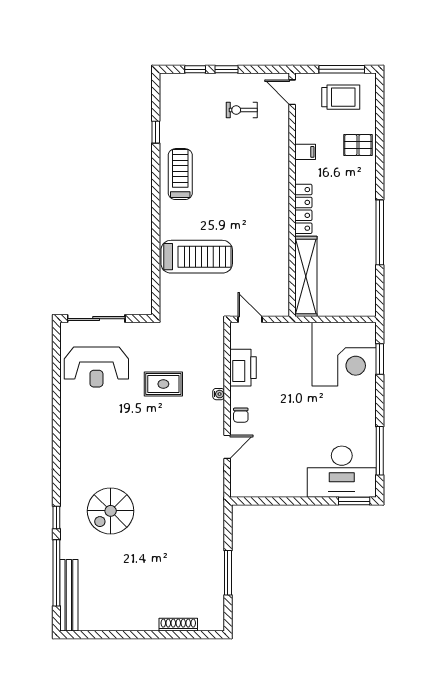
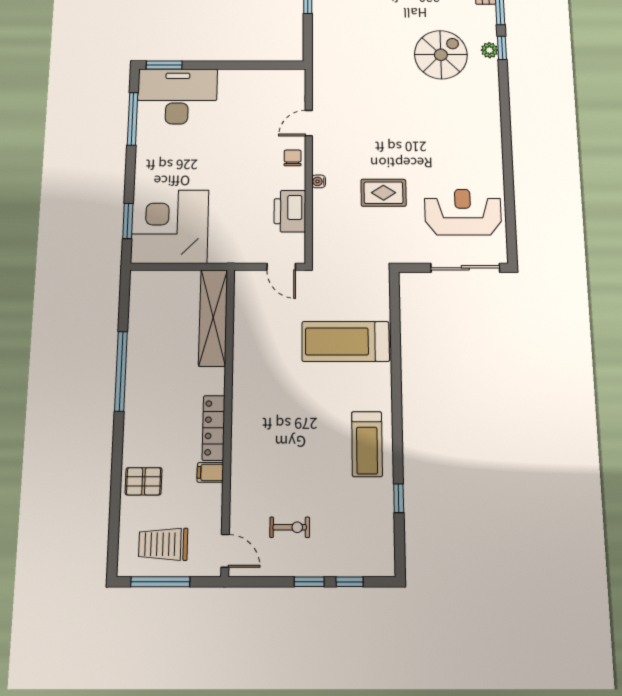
locker: (303, 209) -> (214, 428), moved
plant: (68, 515) -> (489, 50), added

